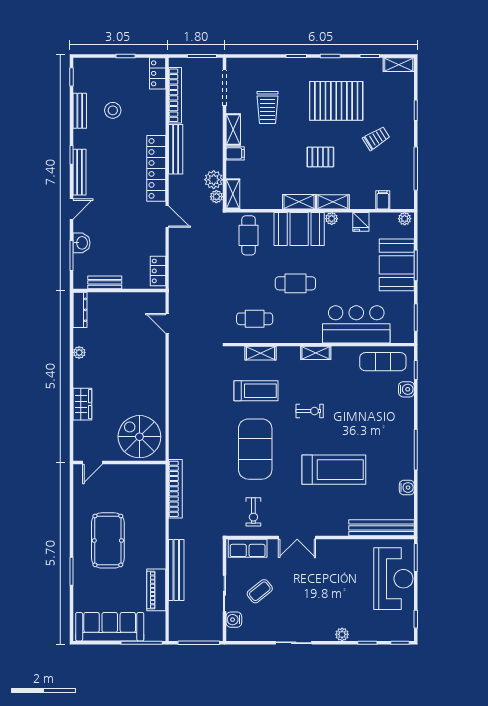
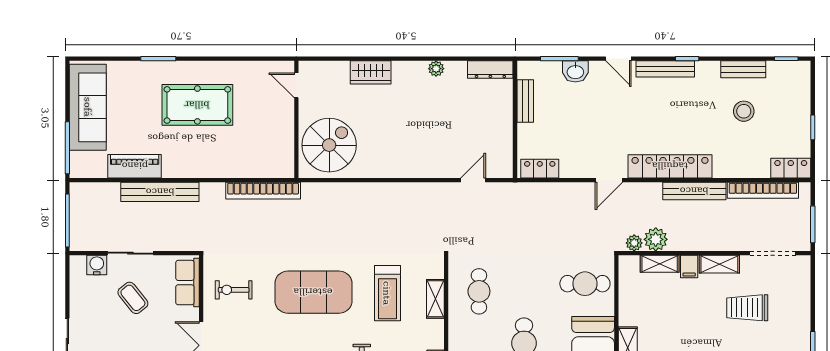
shelving: (233, 194) -> (660, 264), moved

